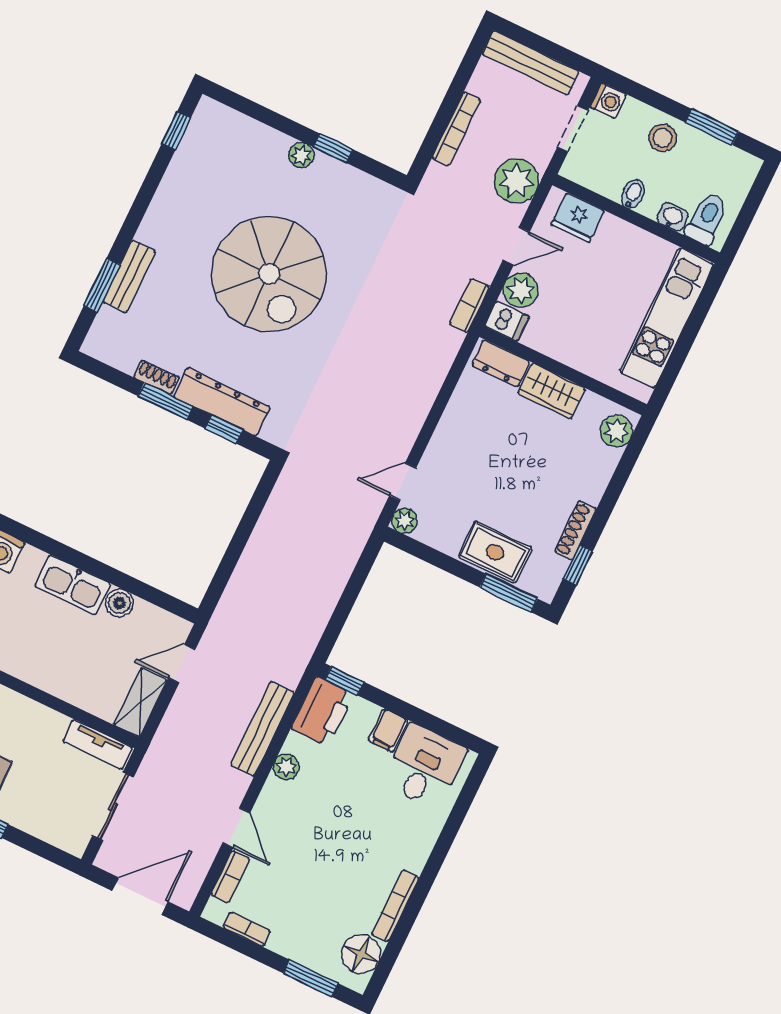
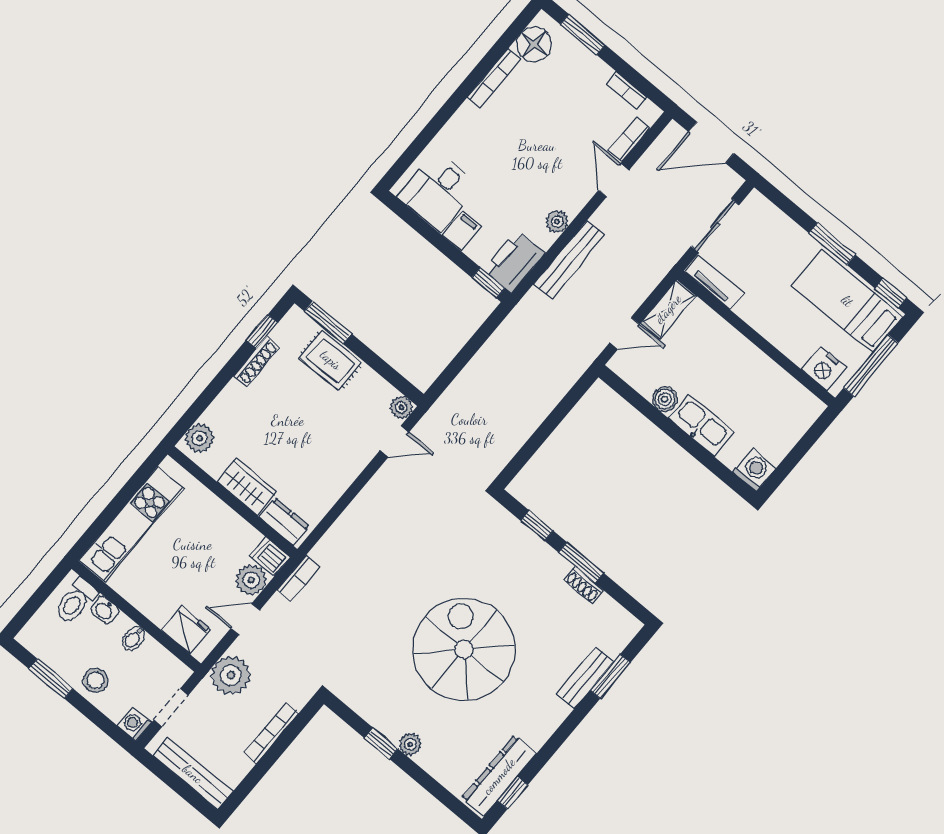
dresser: (222, 402) -> (499, 776), moved, turned 90

